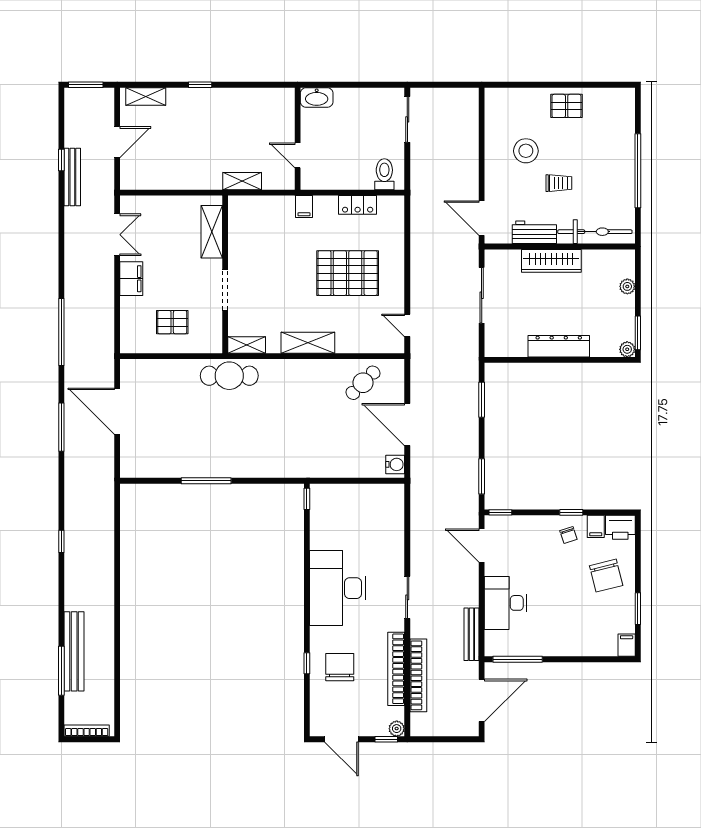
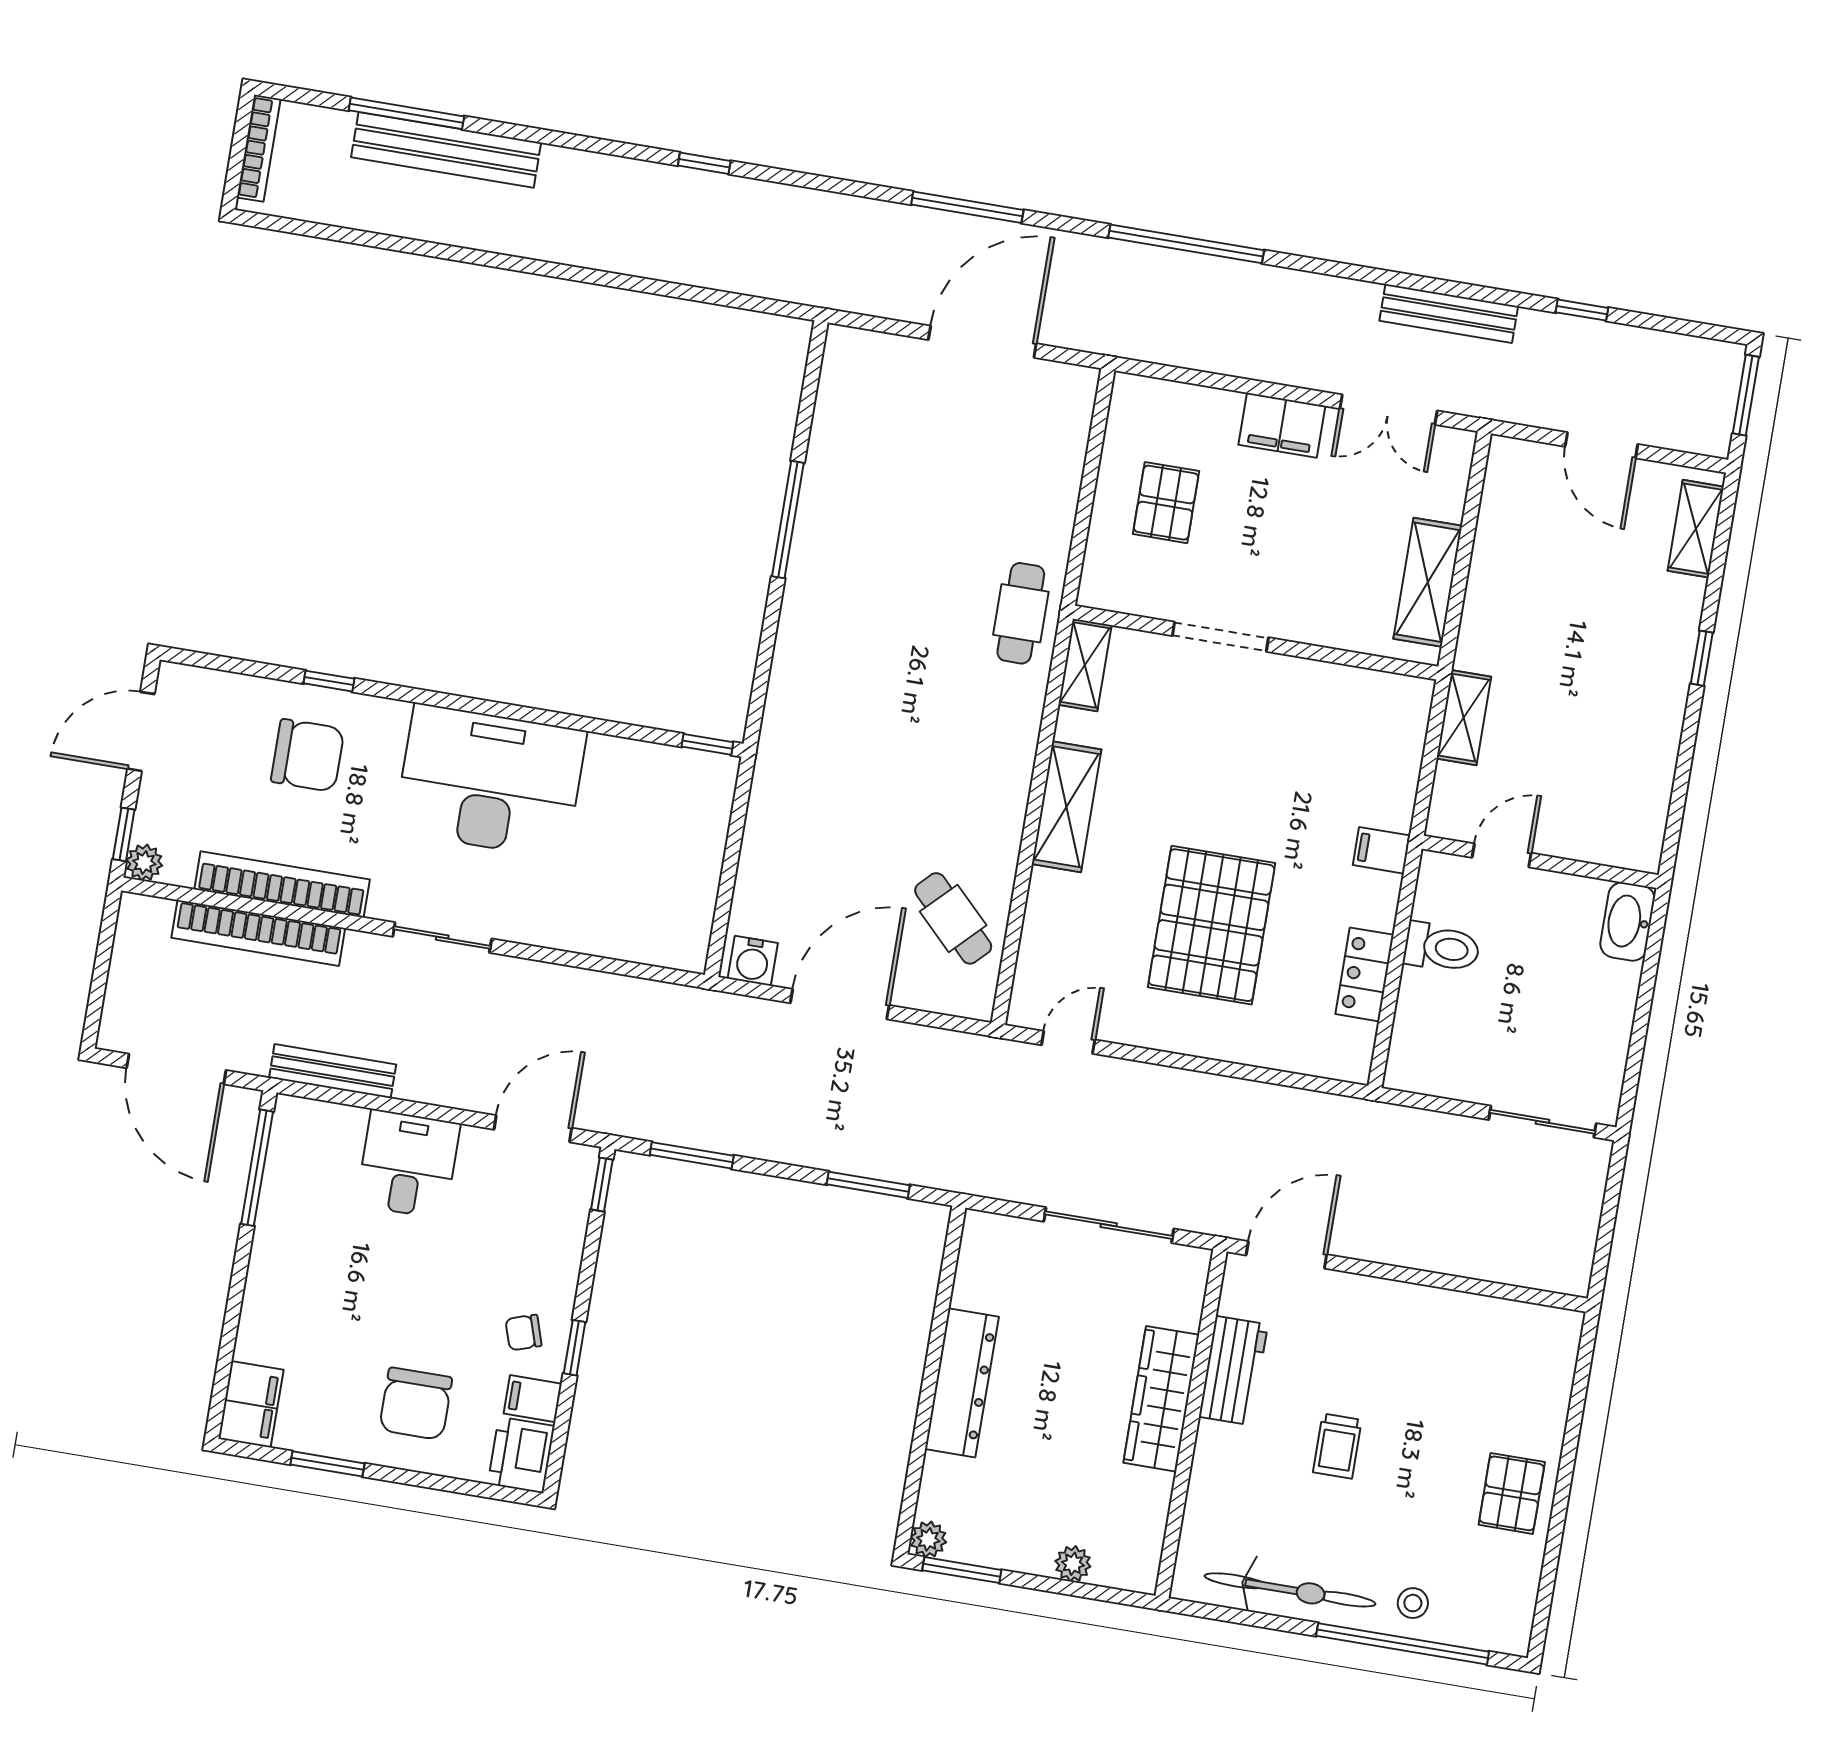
stool: (526, 151) -> (1413, 1603), moved, width x0.53, depth x0.53
window: (638, 171) -> (1403, 1644), moved
toilet: (384, 174) -> (1442, 948), moved
bench: (72, 177) -> (1449, 313), moved
shelving: (212, 232) -> (1428, 582), moved, turned 90
bicycle: (595, 232) -> (1290, 1590), moved, turned -90
cafe table: (229, 376) -> (1021, 613), width x0.73, depth x0.74
chair: (606, 576) -> (416, 1404), turned -76
desk: (505, 603) -> (408, 1164), width x0.73
filing cabinet: (627, 645) -> (251, 1404), width x2.00

